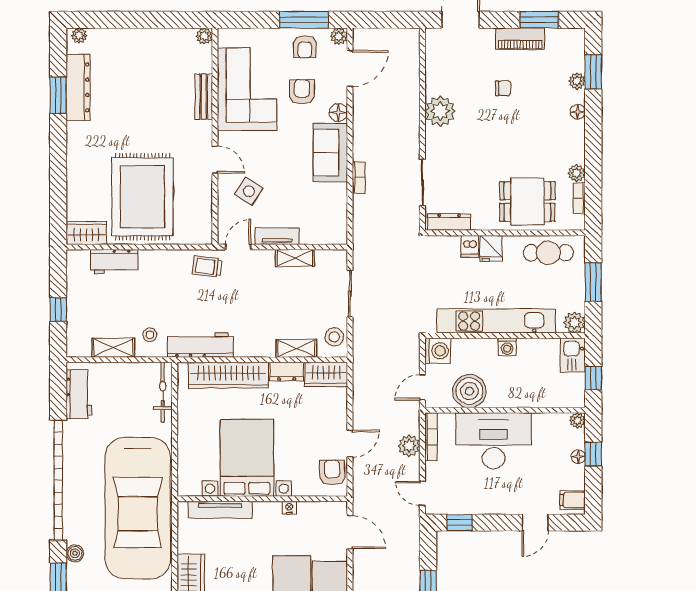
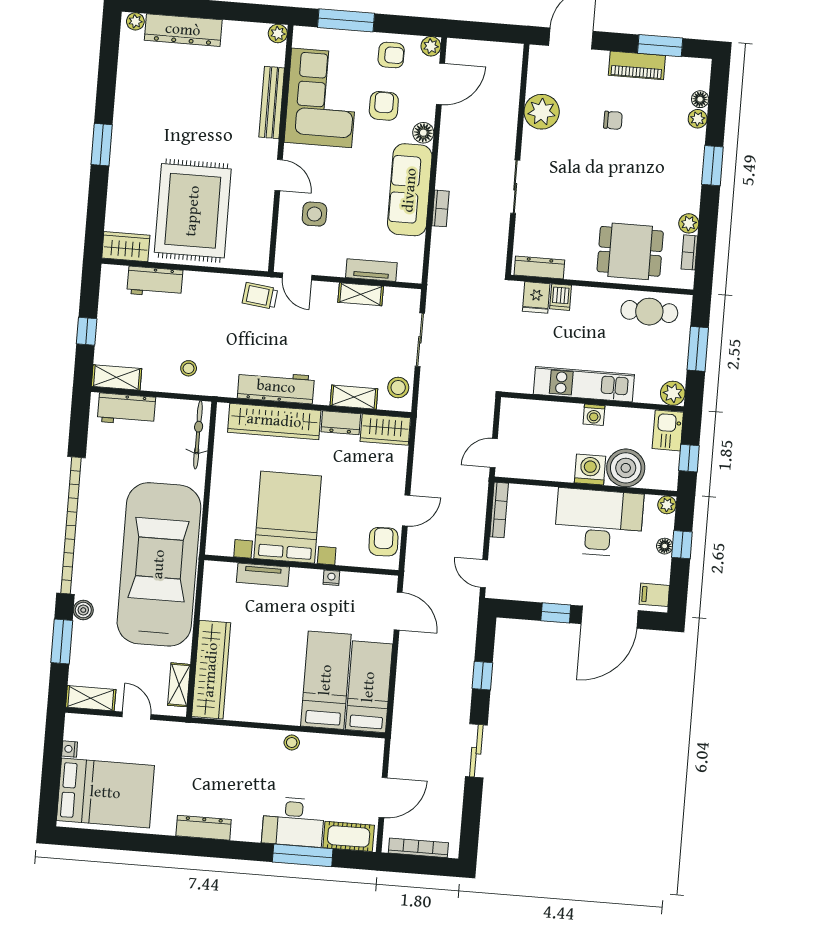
window: (304, 20) -> (346, 20), moved
armchair: (305, 47) -> (391, 55), turned -90
window: (593, 72) -> (712, 166), moved
dresser: (78, 87) -> (183, 30), moved, turned 90
window: (58, 95) -> (102, 145), moved
bench: (204, 97) -> (272, 102), width x1.36
plant: (440, 111) -> (542, 112), moved
floor lamp: (578, 112) -> (700, 99), moved
sofa: (330, 153) -> (410, 190), width x1.36
sliding door: (422, 183) -> (515, 187), moved
side table: (249, 191) -> (314, 214), turned -33
tv unit: (277, 236) -> (371, 270), moved
door: (238, 247) -> (297, 277), swing flipped
fridge: (491, 248) -> (536, 297), moved
kitchen unit: (496, 321) -> (584, 384), width x0.73
workbench: (200, 345) -> (276, 387), moved
shelving: (113, 348) -> (117, 377), moved
washing machine: (438, 351) -> (590, 470), moved, turned -90
boiler: (469, 391) -> (626, 468), moved
workbench: (79, 394) -> (127, 409), moved, turned 90
desk: (494, 441) -> (599, 523), moved
plant: (409, 446) -> (473, 518), removed
car: (138, 508) -> (159, 564), turned 180
tv unit: (220, 510) -> (263, 575), width x0.71
window: (460, 523) -> (556, 613), moved
door: (535, 523) -> (610, 617), width x1.88

